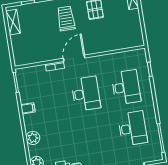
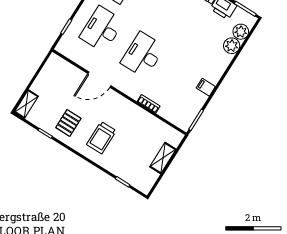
shelving: (13, 22) -> (163, 158), moved
door: (74, 58) -> (99, 80), moved
plant: (33, 138) -> (232, 46), moved

